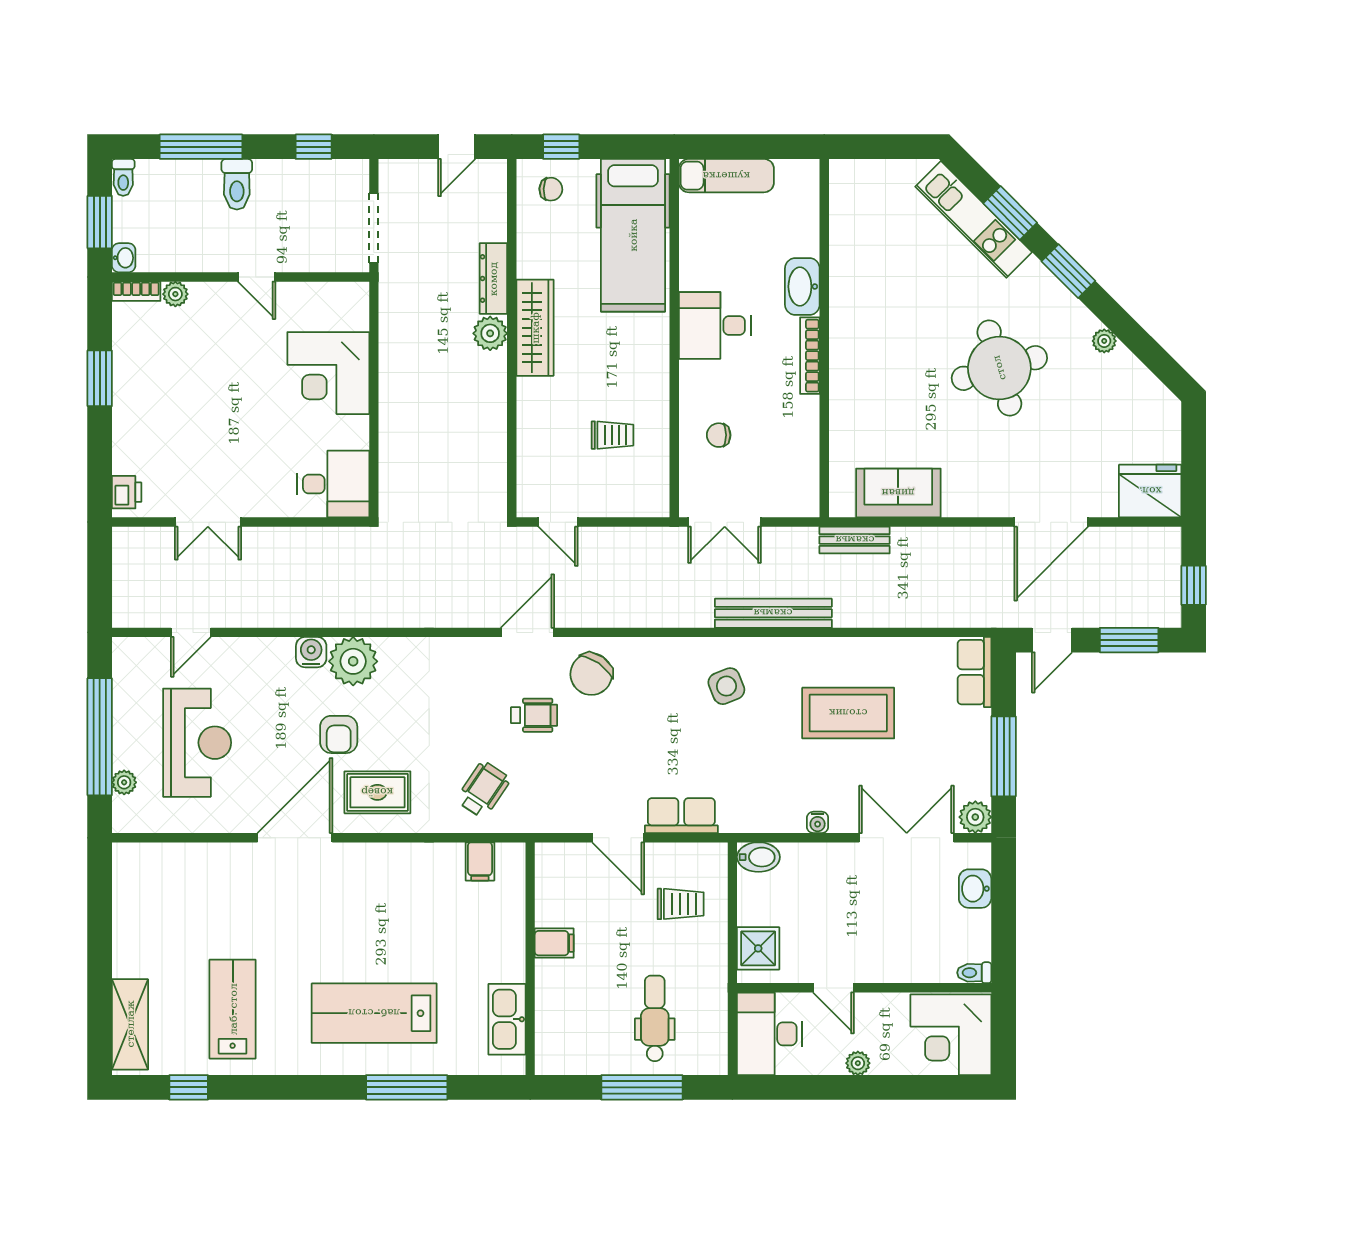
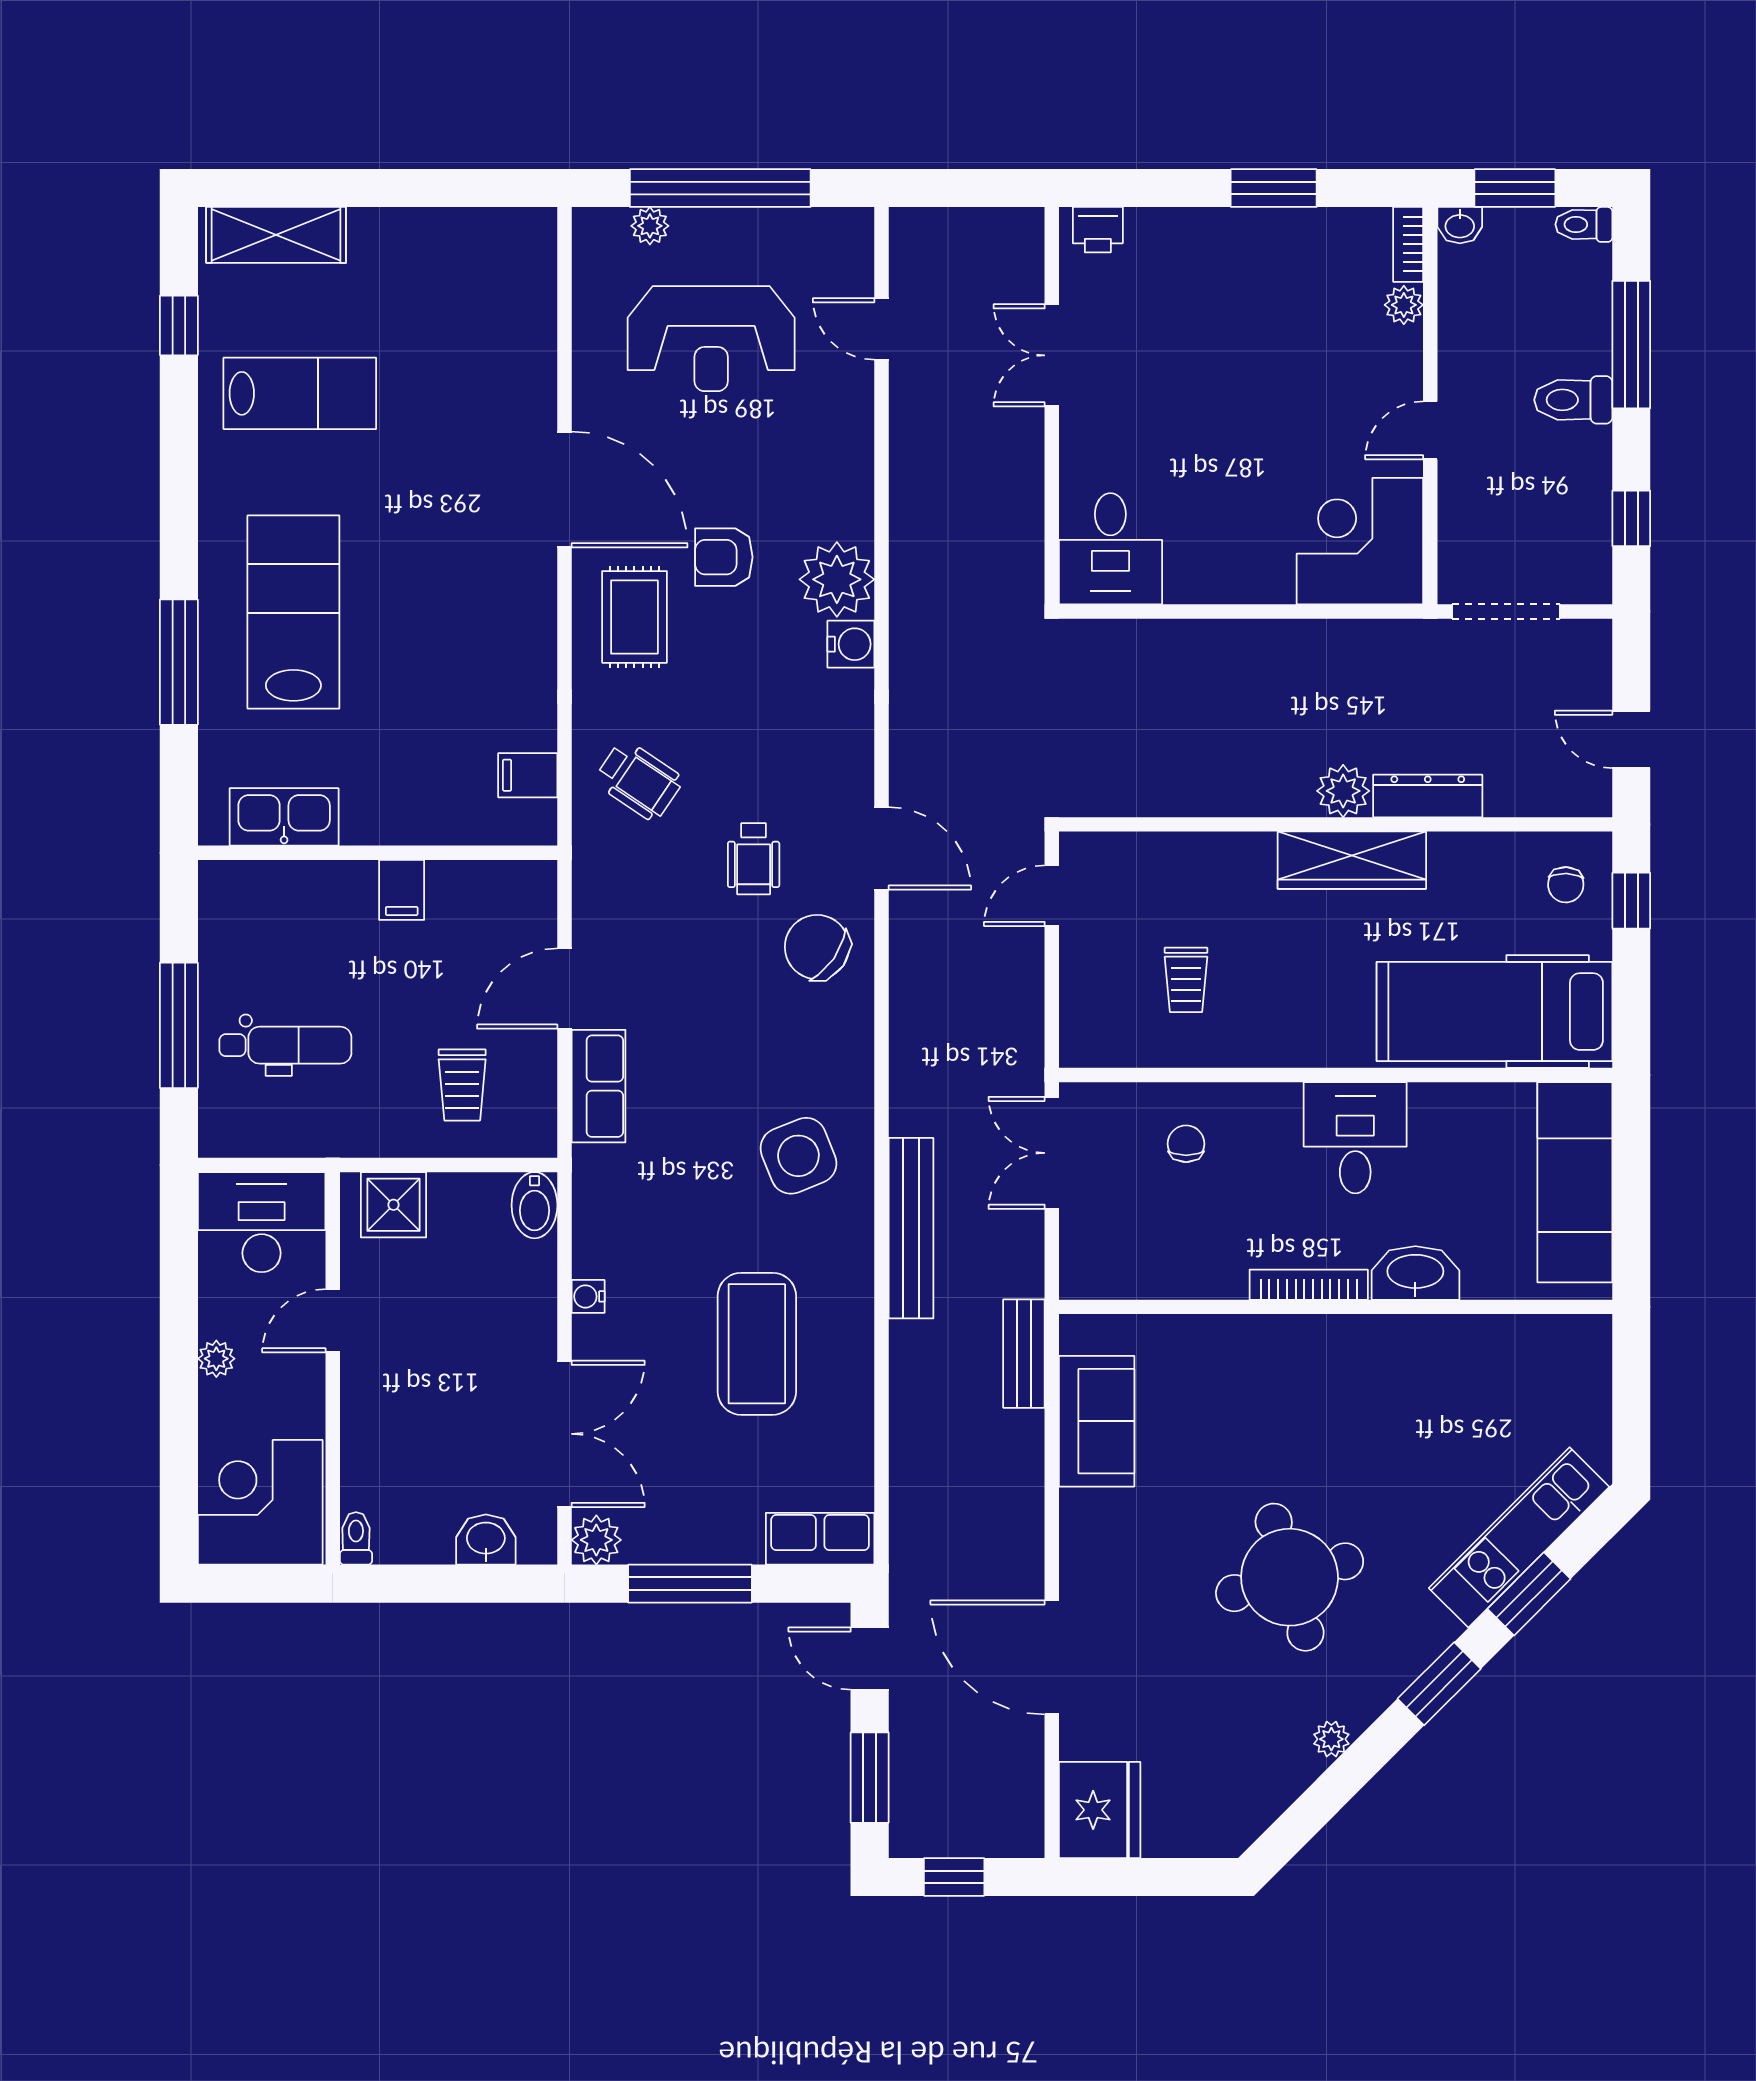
exam couch: (726, 176) -> (1575, 1182), width x1.36, depth x1.45
corner desk: (328, 373) -> (1360, 541), moved
water cooler: (311, 652) -> (851, 644), moved
side table: (726, 686) -> (798, 1156), width x1.37, depth x1.37

